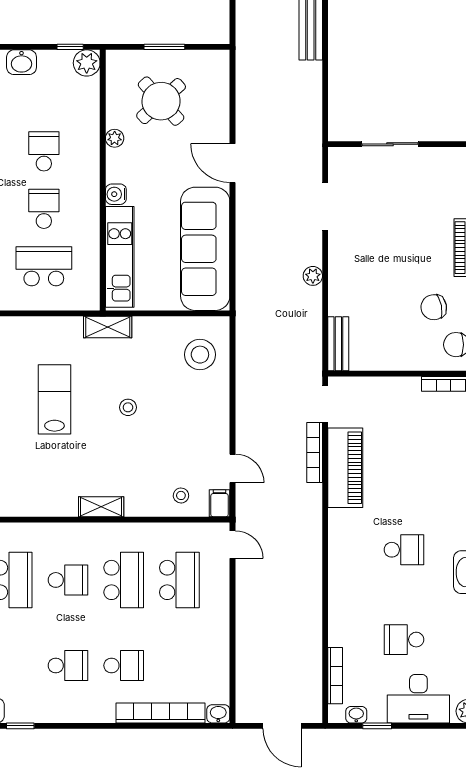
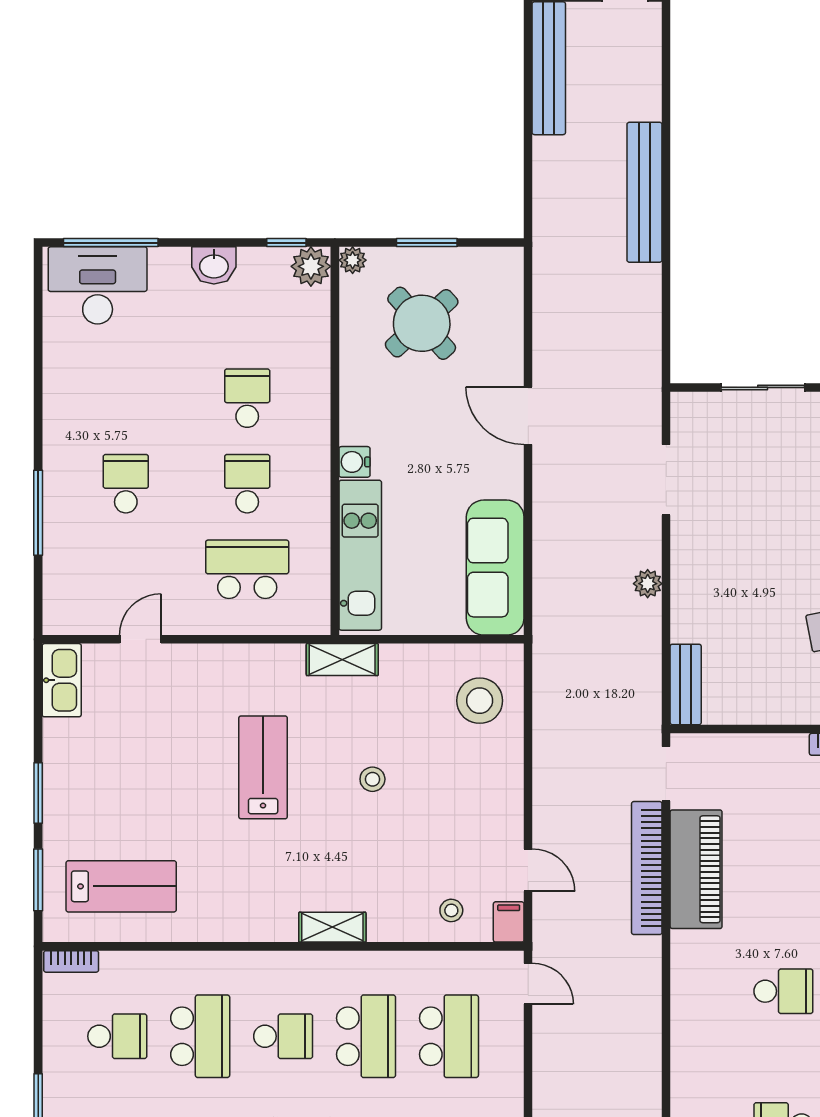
plant: (115, 138) -> (353, 260), moved
sofa: (205, 249) -> (495, 568), width x0.74, depth x0.79
bookcase: (315, 452) -> (647, 868), width x1.48, depth x1.31

